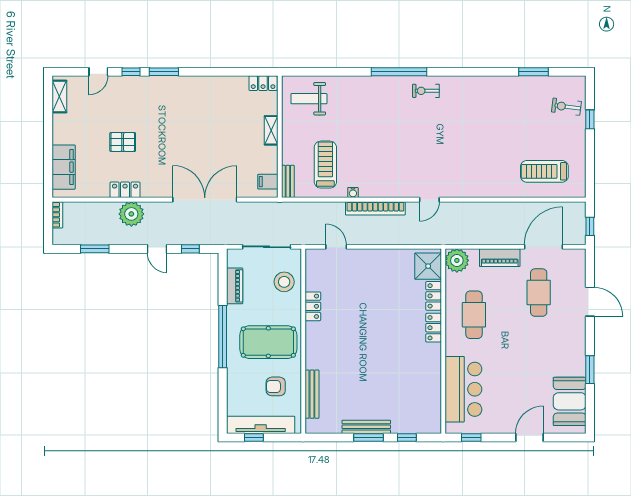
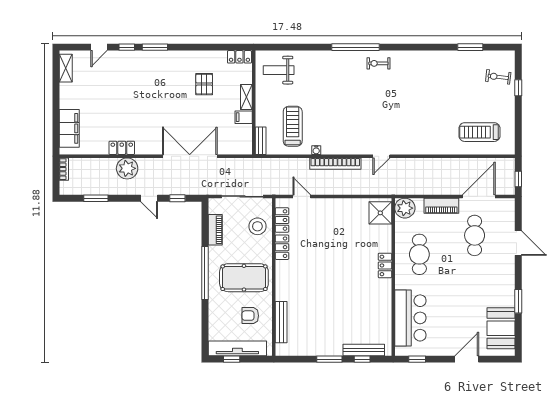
pallet: (123, 142) -> (204, 84), moved, turned 90
filing cabinet: (268, 182) -> (244, 117), moved
locker: (434, 296) -> (282, 220), moved, turned 180
bench: (366, 427) -> (364, 350), moved

